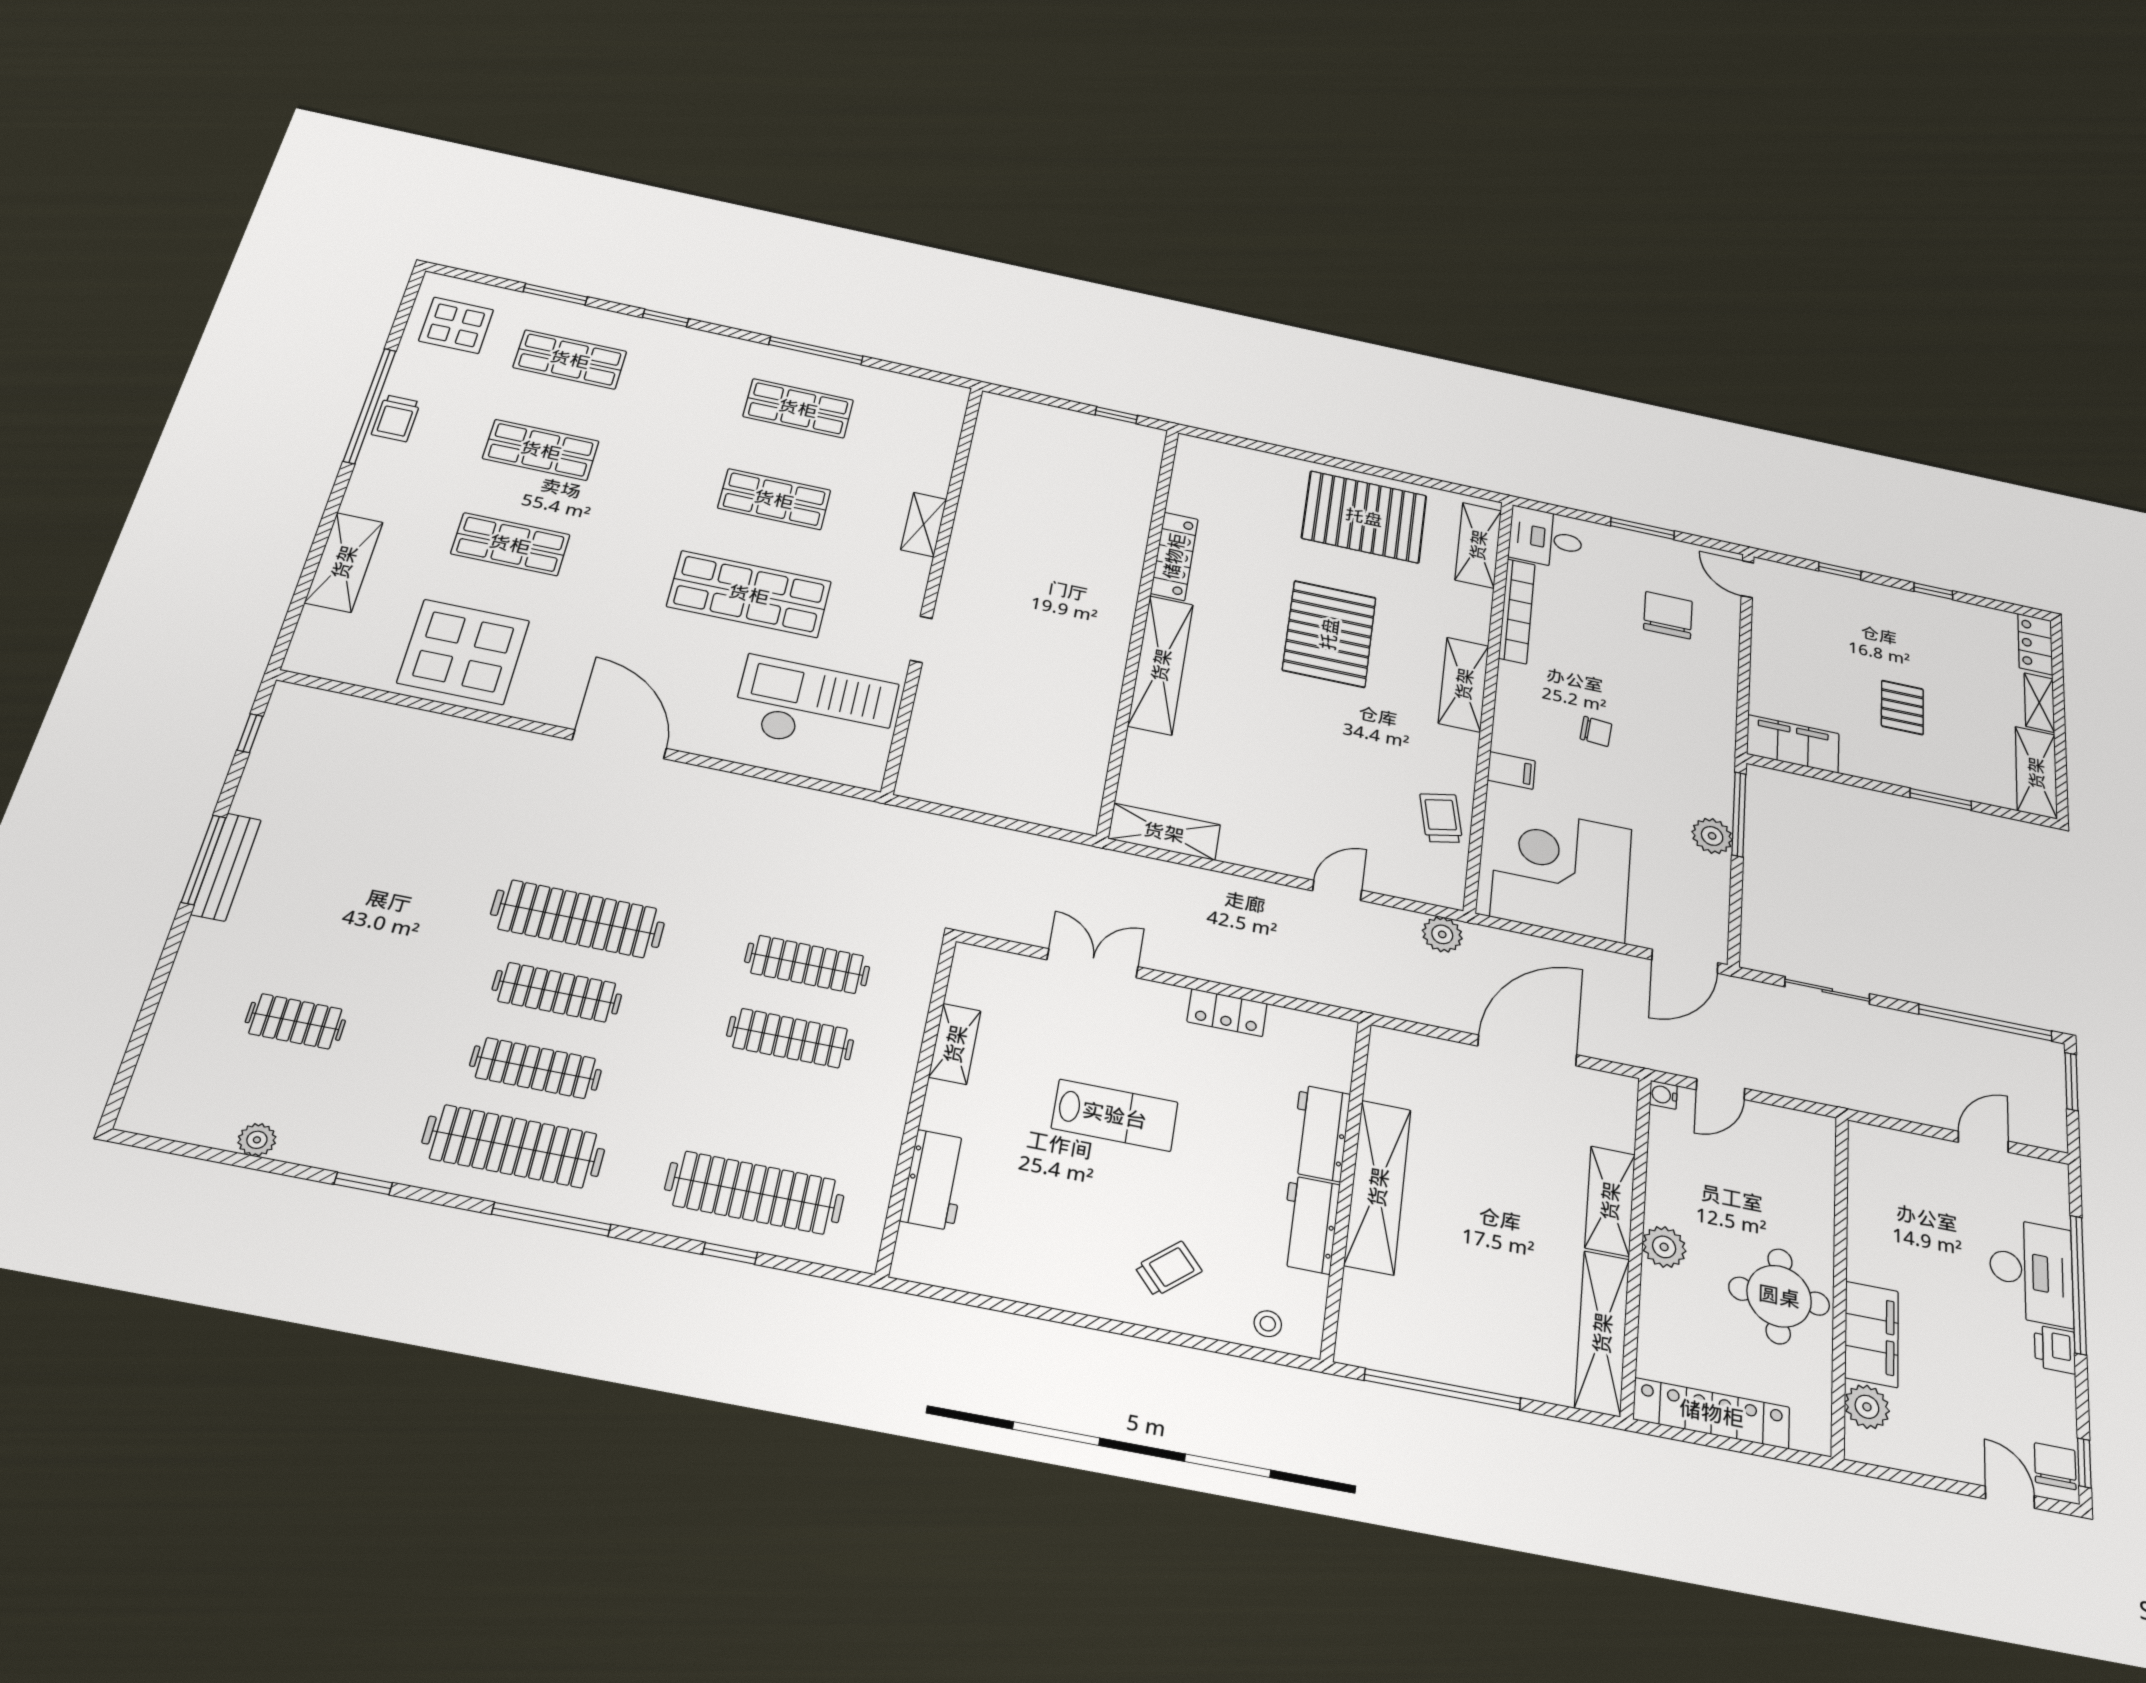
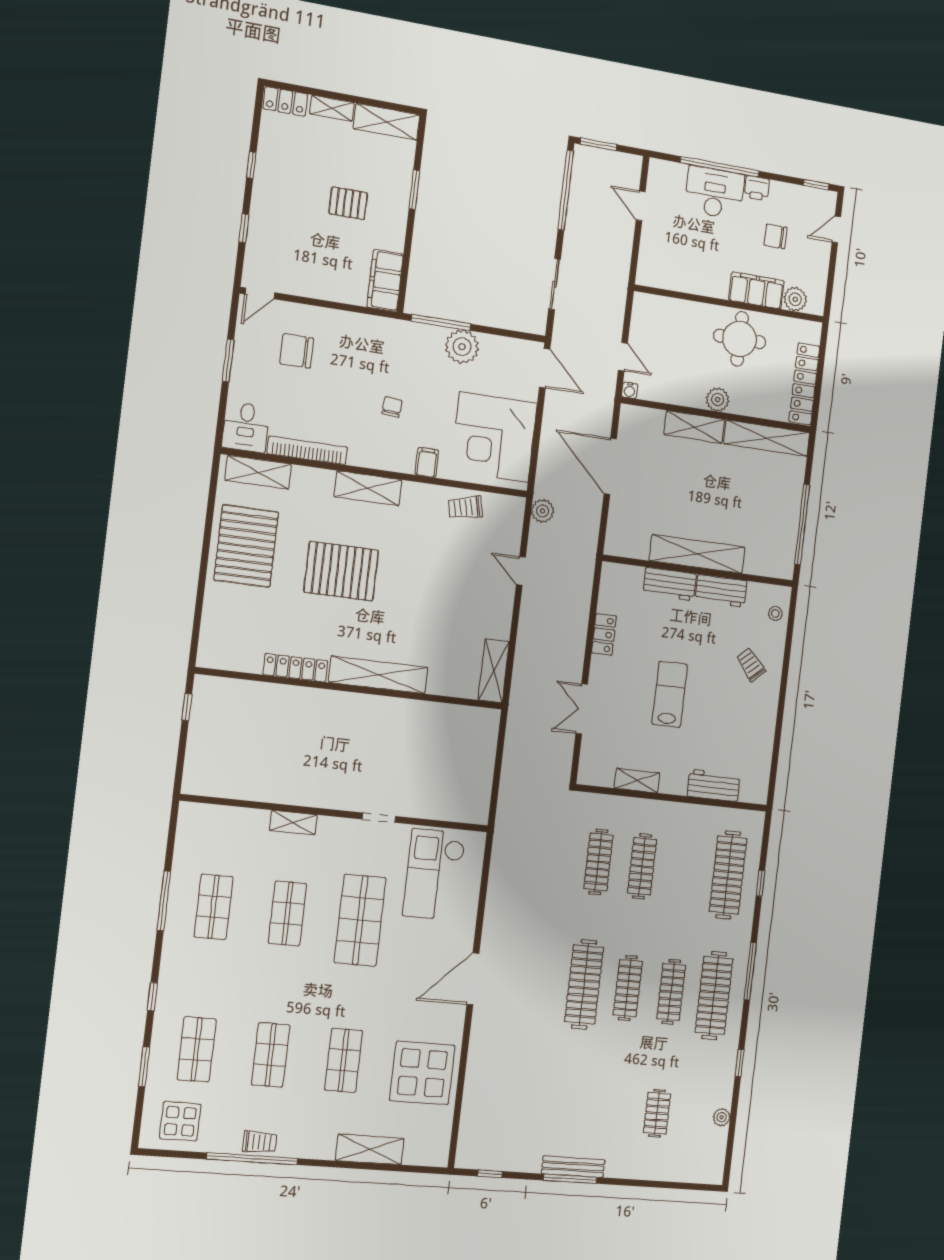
plant: (1712, 836) -> (462, 347), width x1.36, depth x1.36
chair: (2055, 1466) -> (775, 236), moved

